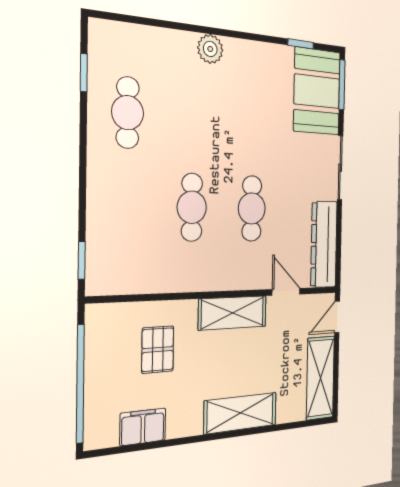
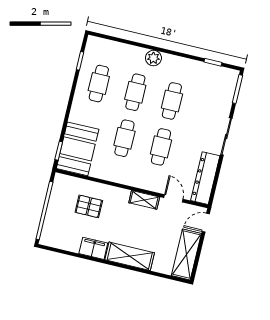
booth: (317, 91) -> (78, 149), moved
cafe table: (193, 118) -> (135, 92), added
cafe table: (253, 123) -> (172, 101), added
shelving: (233, 313) -> (144, 200), width x0.67, depth x0.75
pallet: (158, 350) -> (89, 206), turned 90
filing cabinet: (143, 427) -> (93, 248), moved

